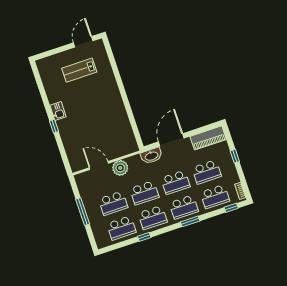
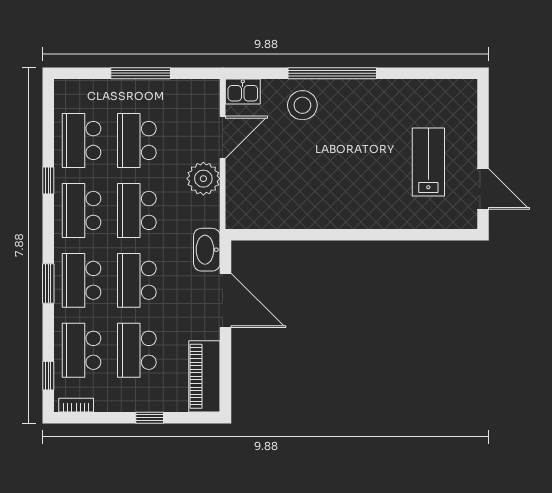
kitchen sink: (58, 111) -> (243, 91), moved
window: (54, 126) -> (332, 73), width x3.17
stool: (73, 135) -> (302, 105), added

